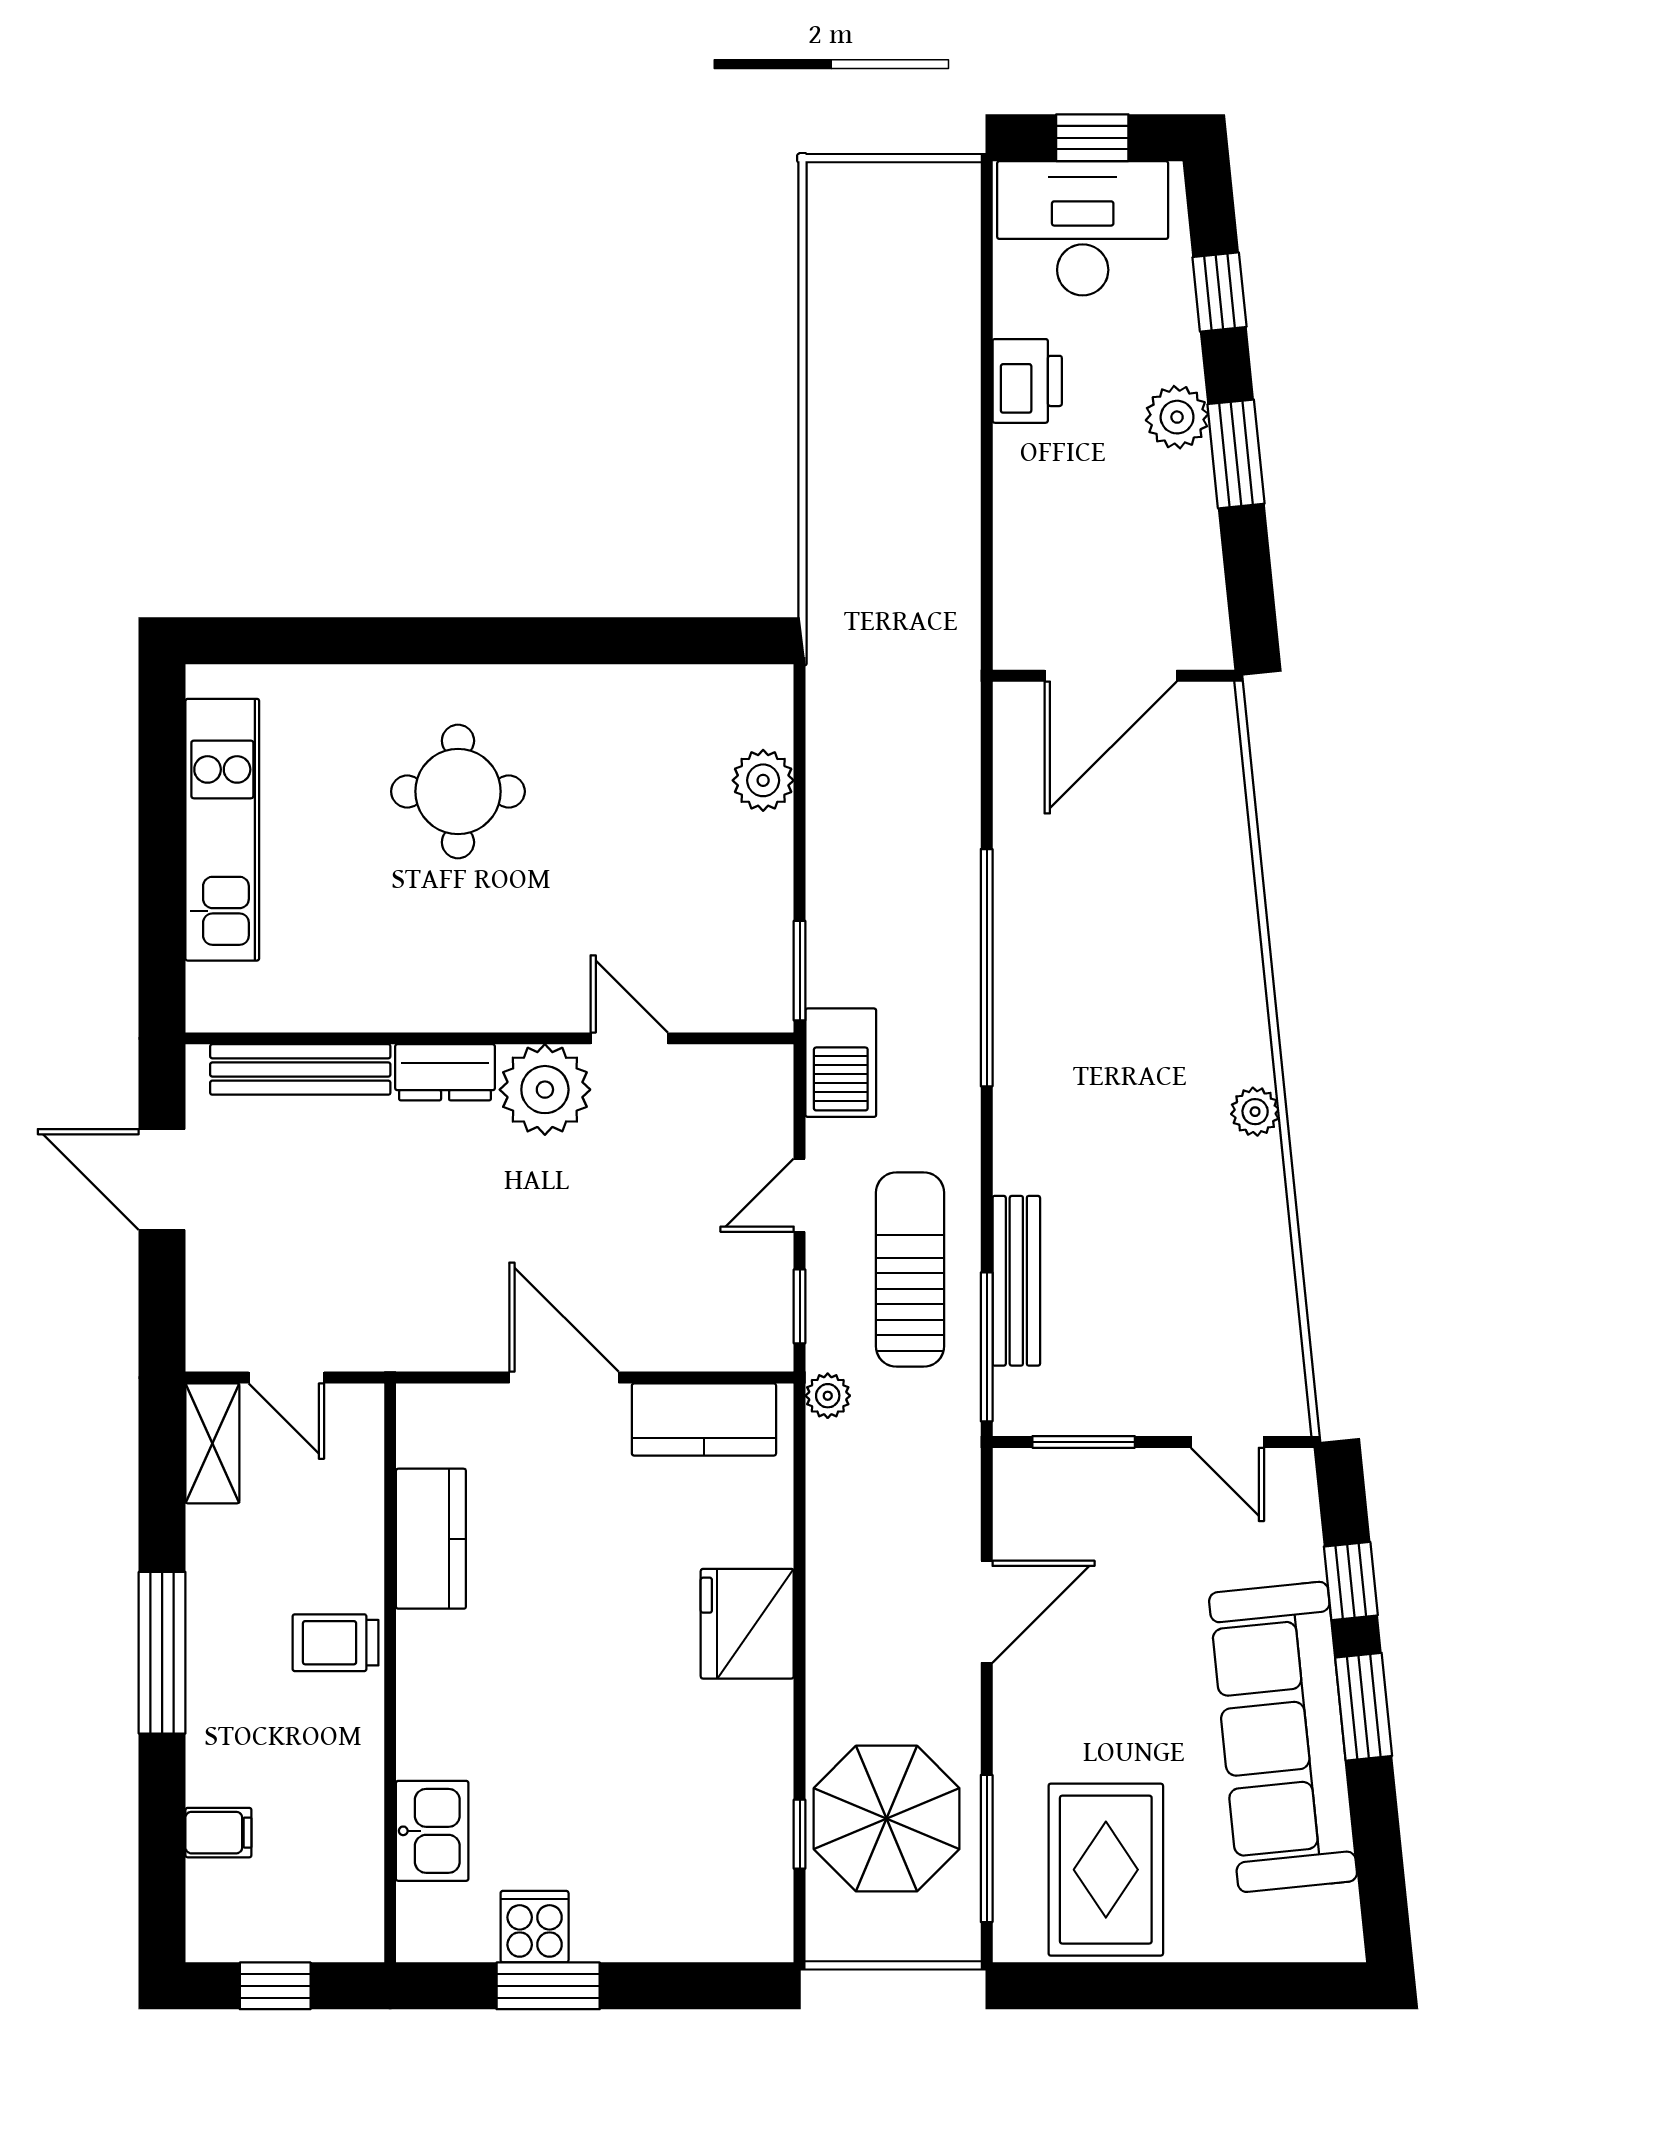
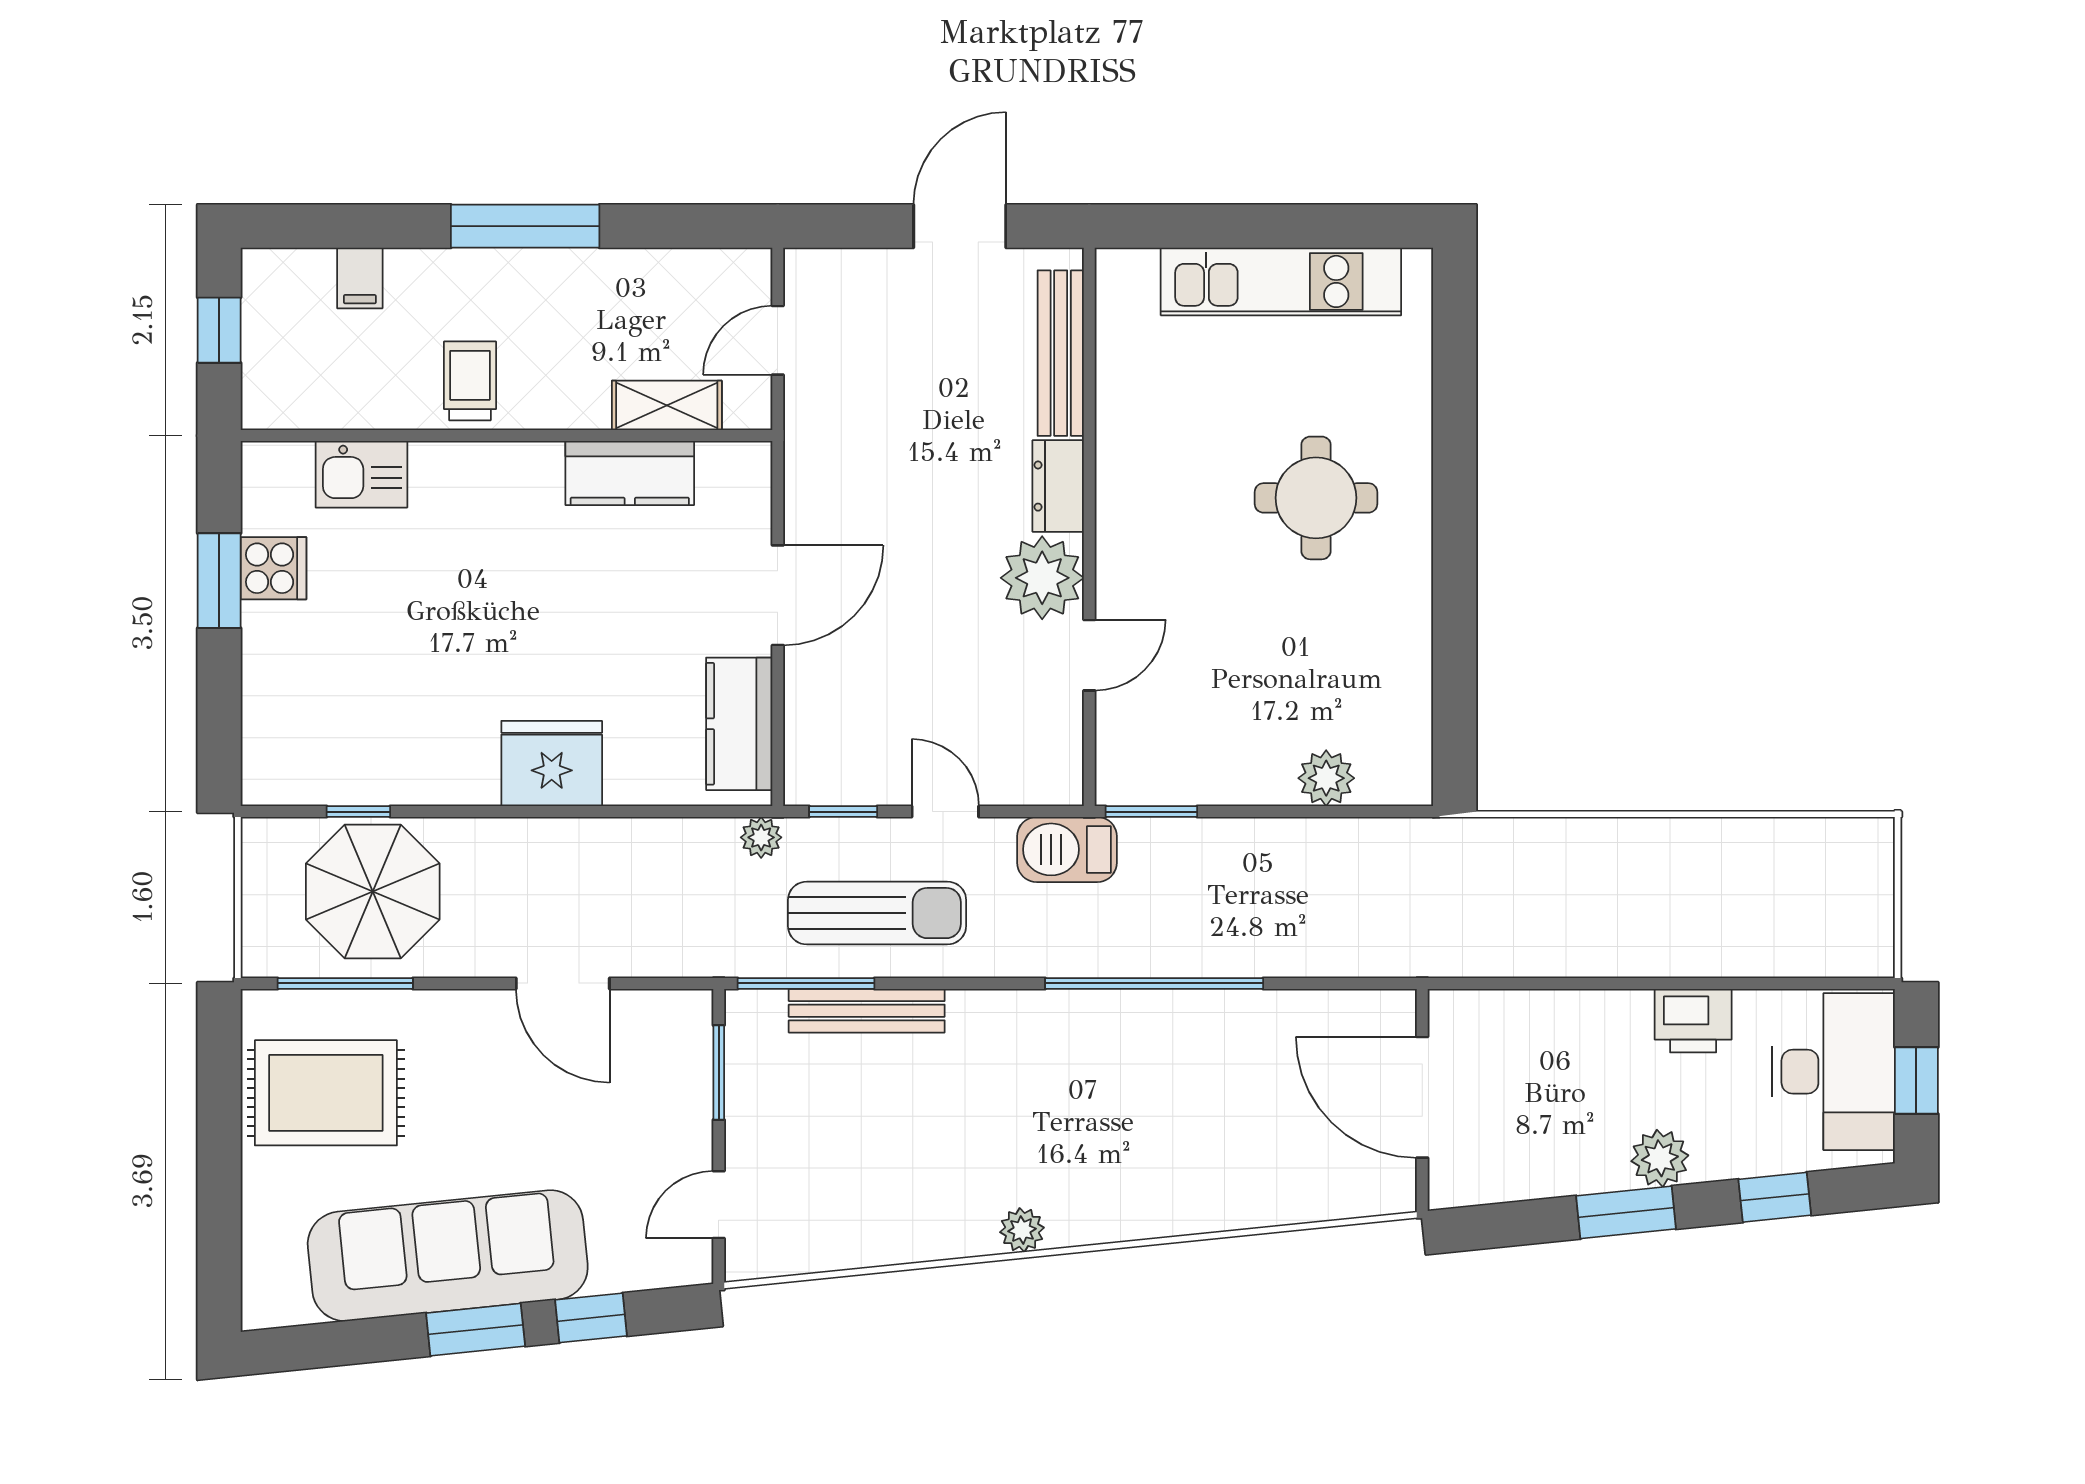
shelving: (212, 1443) -> (667, 405), moved
trolley: (336, 1643) -> (470, 381), moved

